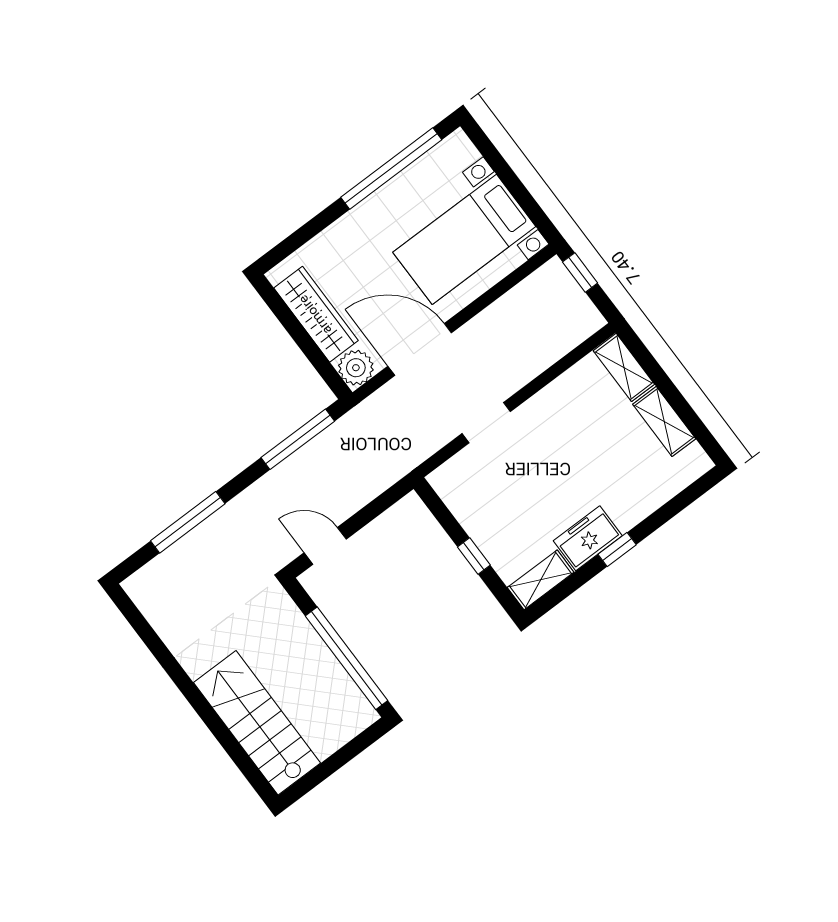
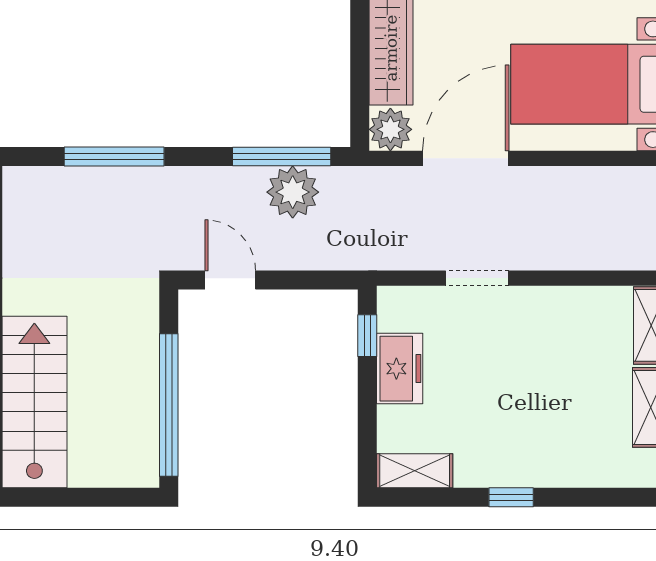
door: (420, 349) -> (466, 158), hinge flipped
plant: (323, 457) -> (293, 192), added
freezer: (588, 538) -> (400, 369), moved, turned 90
window: (474, 556) -> (367, 336), moved

